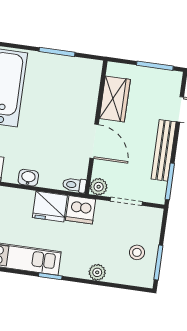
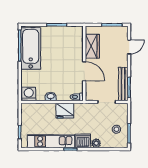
bench: (164, 150) -> (123, 84), moved
plant: (99, 187) -> (90, 96), removed
dishwasher: (81, 210) -> (83, 141), moved, turned 180

